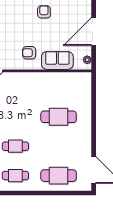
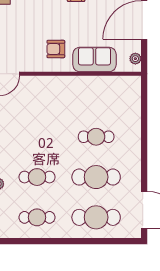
cafe table: (59, 117) -> (96, 137), width x0.73, depth x0.74
cafe table: (59, 146) -> (96, 177), added

